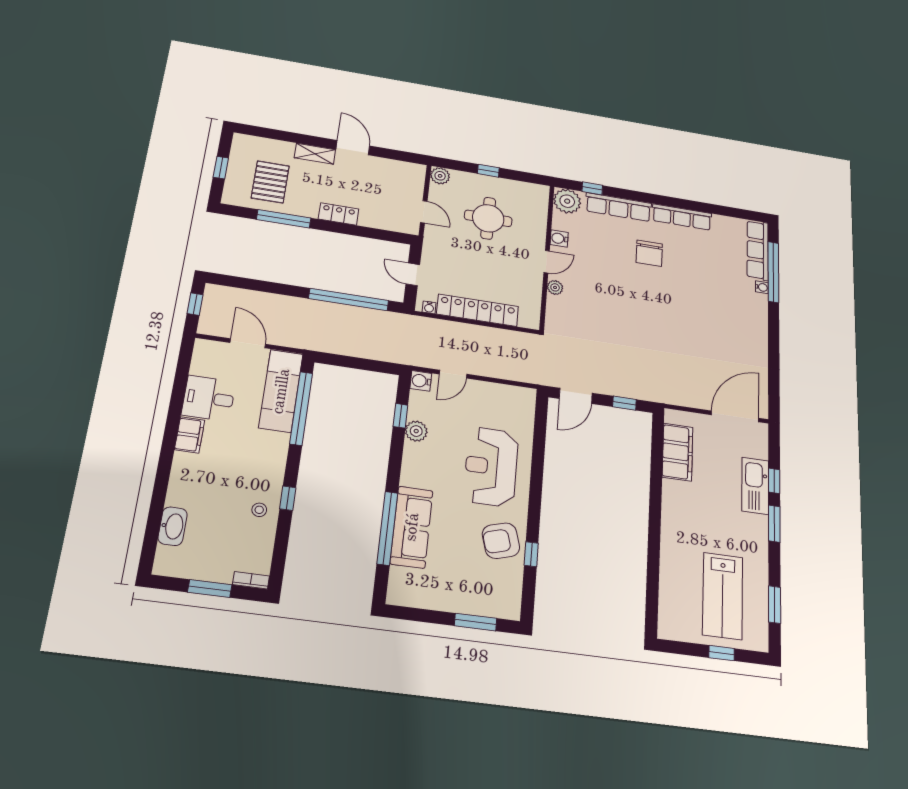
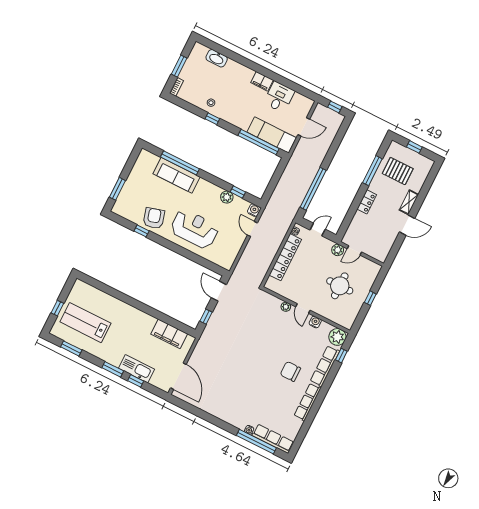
plant: (440, 176) -> (338, 250), moved

